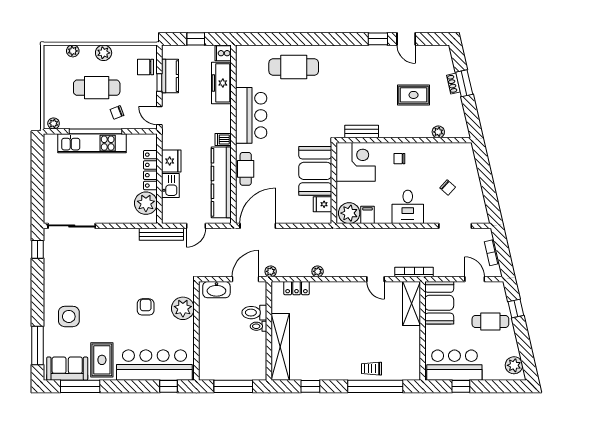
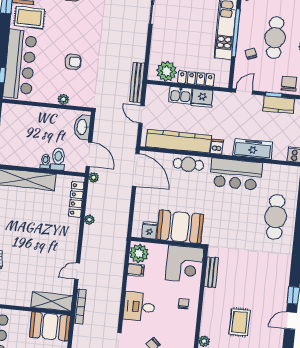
freezer: (221, 83) -> (253, 149), moved
locker: (297, 288) -> (76, 199), width x1.53
plant: (183, 308) -> (63, 99), width x0.53, depth x0.53

